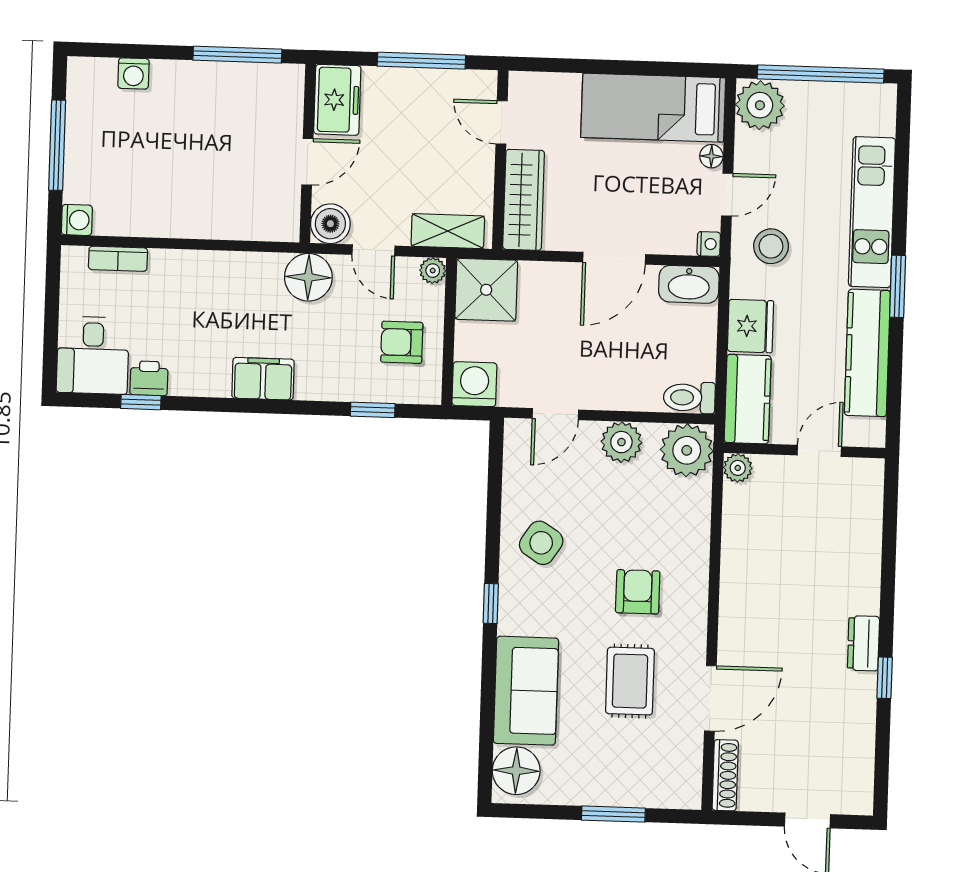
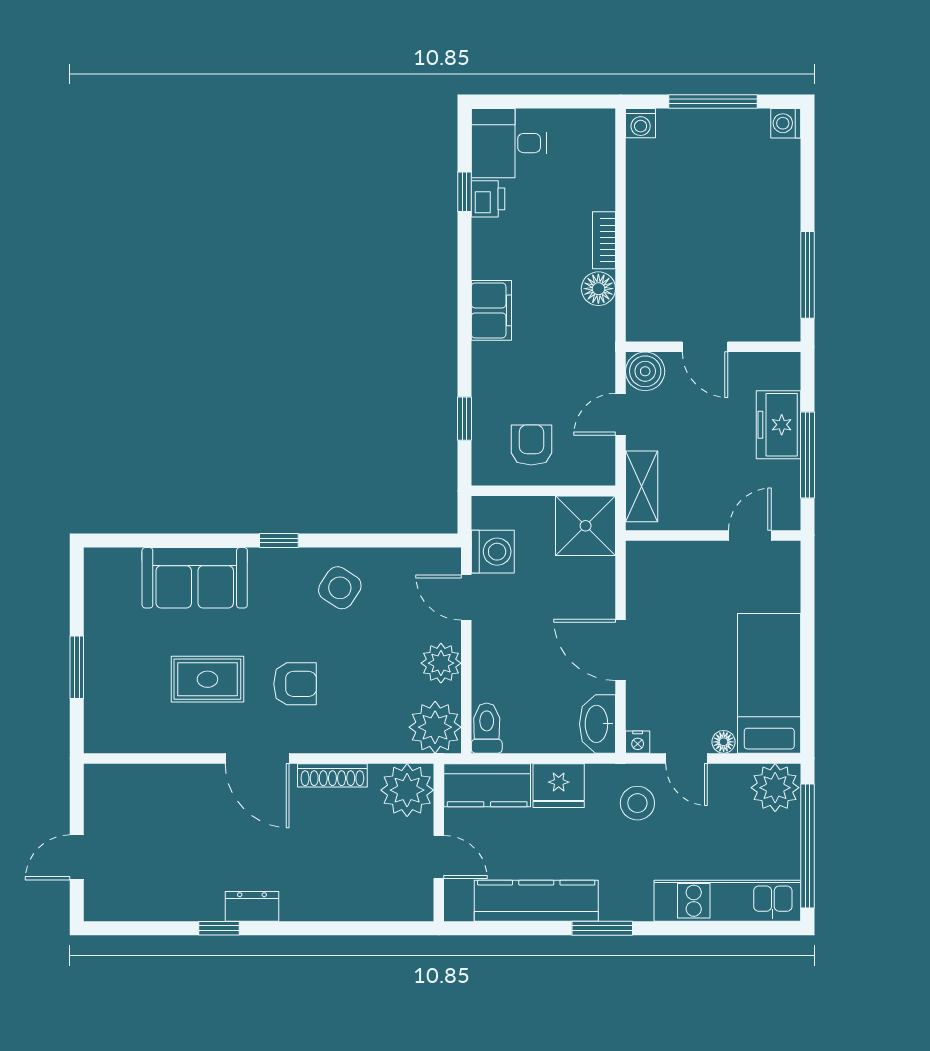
washing machine: (133, 73) -> (786, 123), moved
freezer: (337, 100) -> (779, 425), moved, turned 90
wardrobe: (524, 200) -> (675, 560), removed
kitchen unit: (872, 212) -> (727, 901), moved
bookcase: (118, 259) -> (604, 240), moved
plant: (433, 271) -> (603, 473), removed
floor lamp: (308, 277) -> (598, 289), moved, width x0.73, depth x0.73
washing machine: (474, 384) -> (493, 552), moved
plant: (738, 468) -> (407, 790), width x1.88, depth x1.88
door: (710, 698) -> (257, 758), moved
floor lamp: (516, 771) -> (116, 571), removed
shoe rack: (725, 775) -> (332, 775), moved

